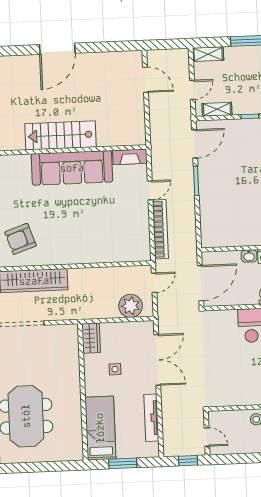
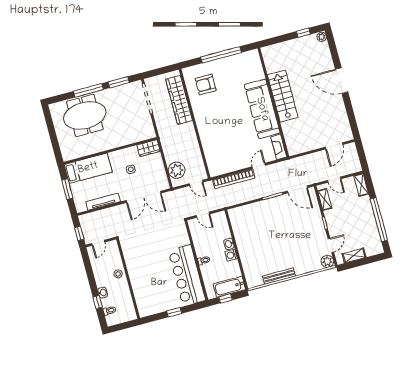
door: (150, 190) -> (259, 166), swing flipped
armchair: (20, 239) -> (206, 84), turned -71
door: (200, 283) -> (203, 215), width x0.53

